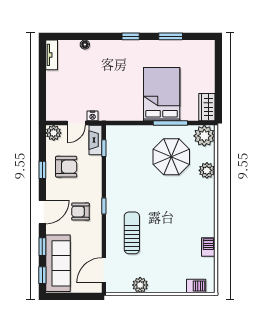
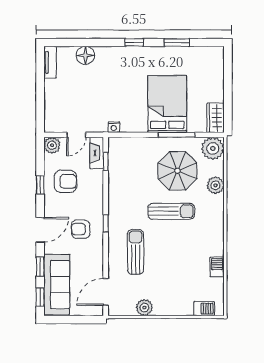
floor lamp: (85, 45) -> (85, 55), width x1.89, depth x1.89
nightstand: (93, 116) -> (114, 127), moved
sun lounger: (165, 195) -> (171, 211), added

